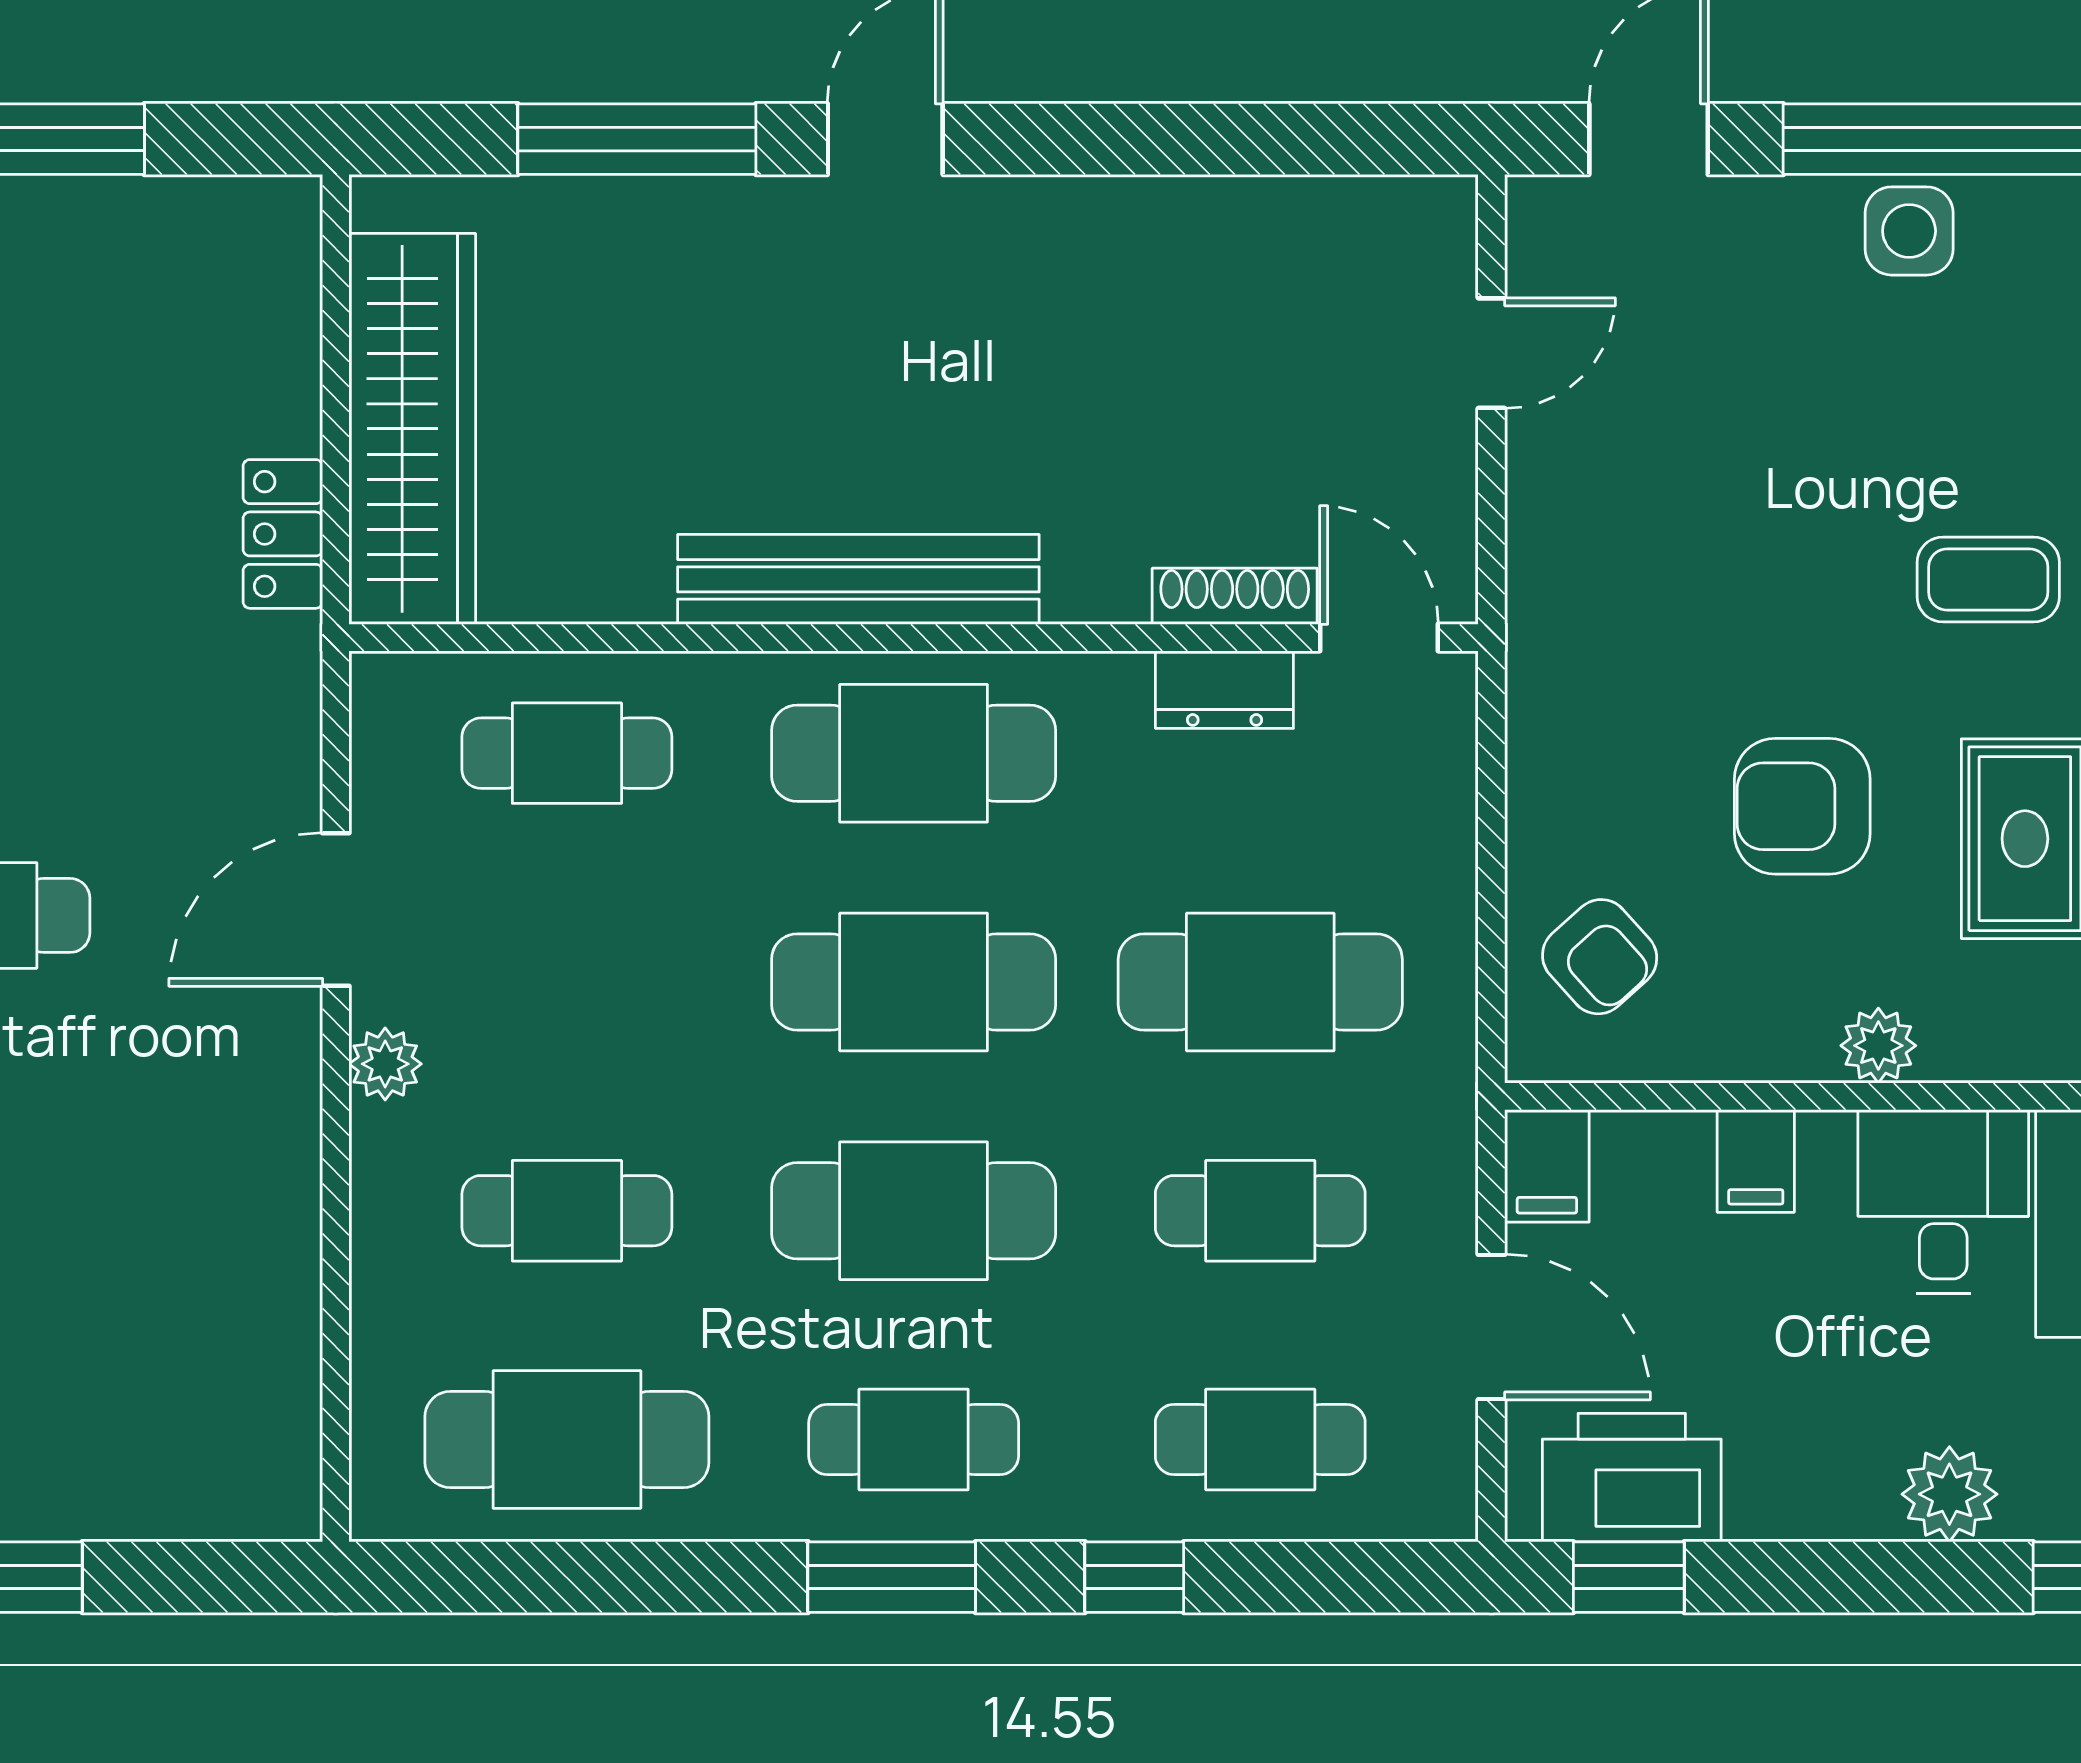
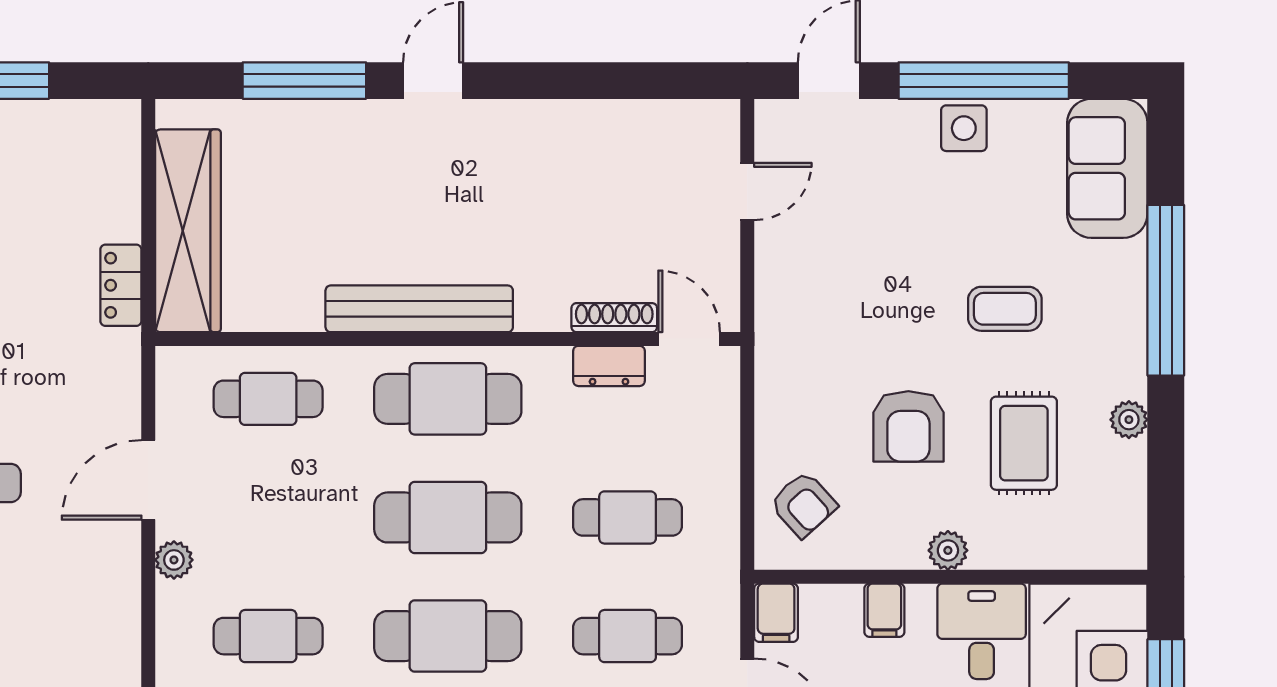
armchair: (1802, 806) -> (908, 426), turned -90
cafe table: (1260, 982) -> (628, 517), width x0.73, depth x0.74

